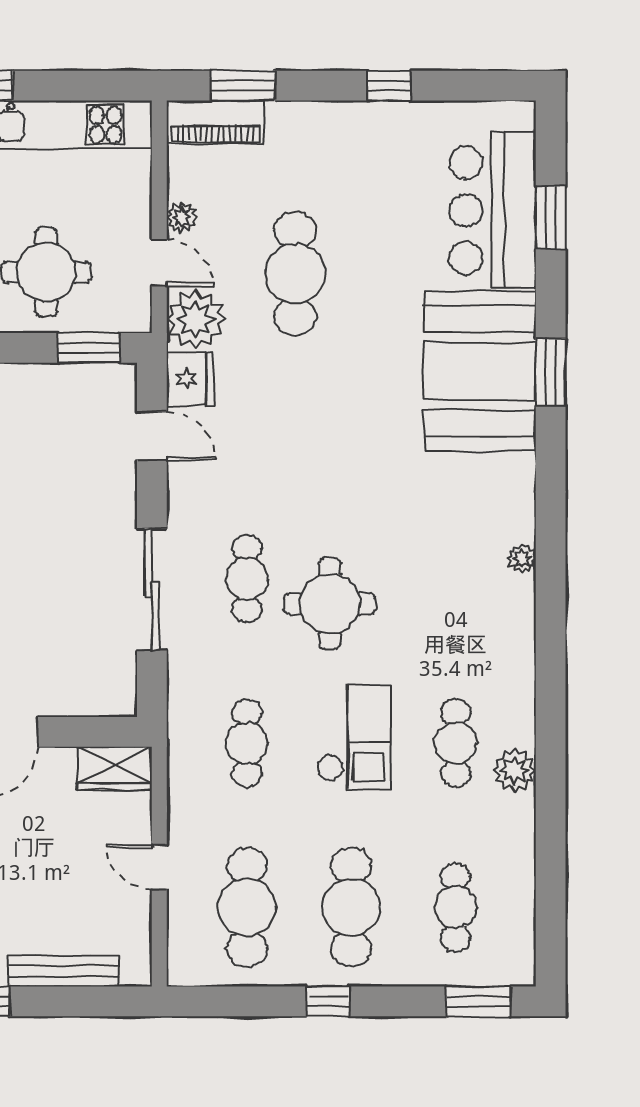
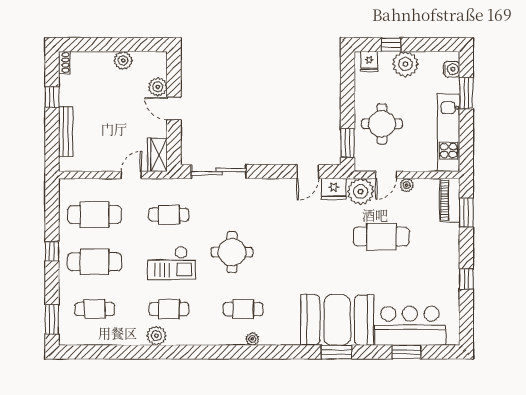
cafe table: (247, 579) -> (243, 309), moved
sliding door: (152, 589) -> (219, 172), moved
door: (159, 867) -> (131, 175), moved

